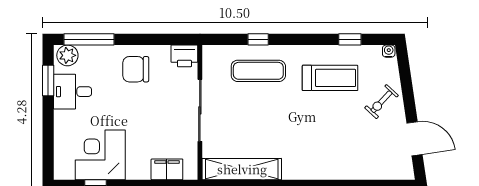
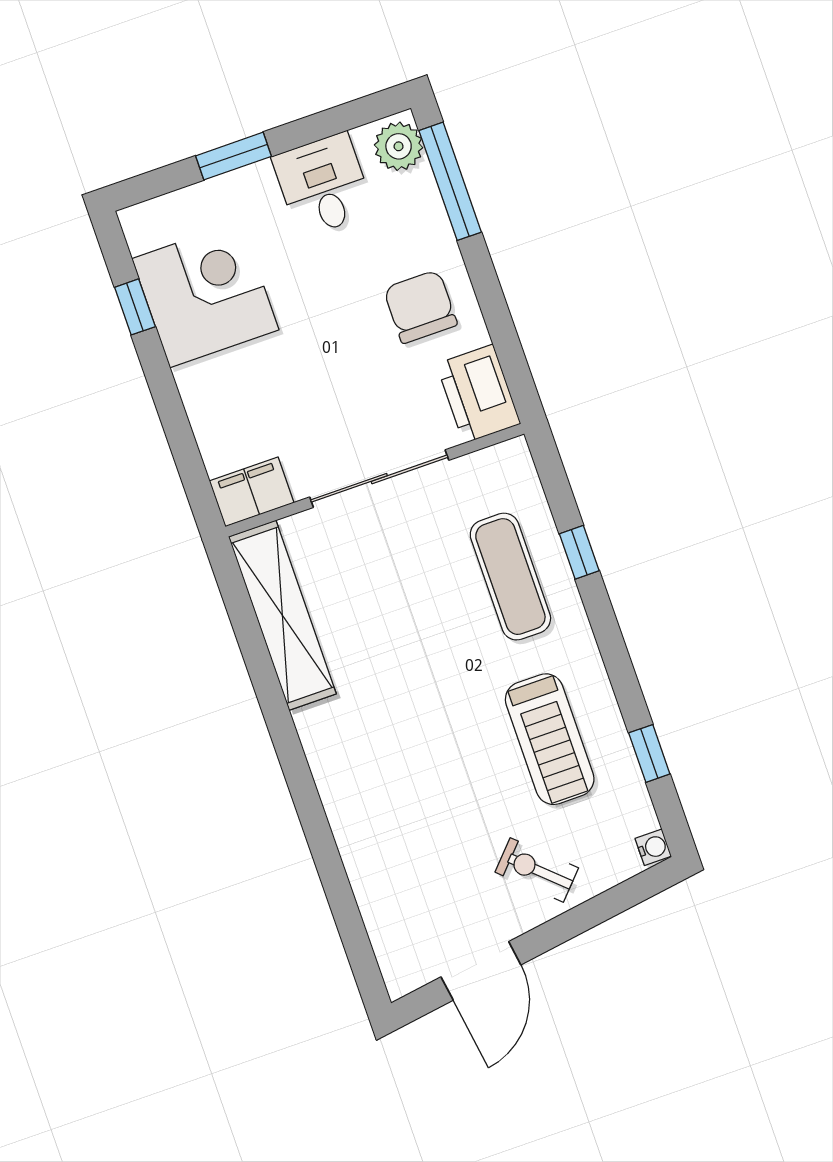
printer: (184, 56) -> (478, 394), width x1.37, depth x1.19
window: (48, 81) -> (234, 156), moved
filing cabinet: (167, 169) -> (252, 492), moved, turned -90

